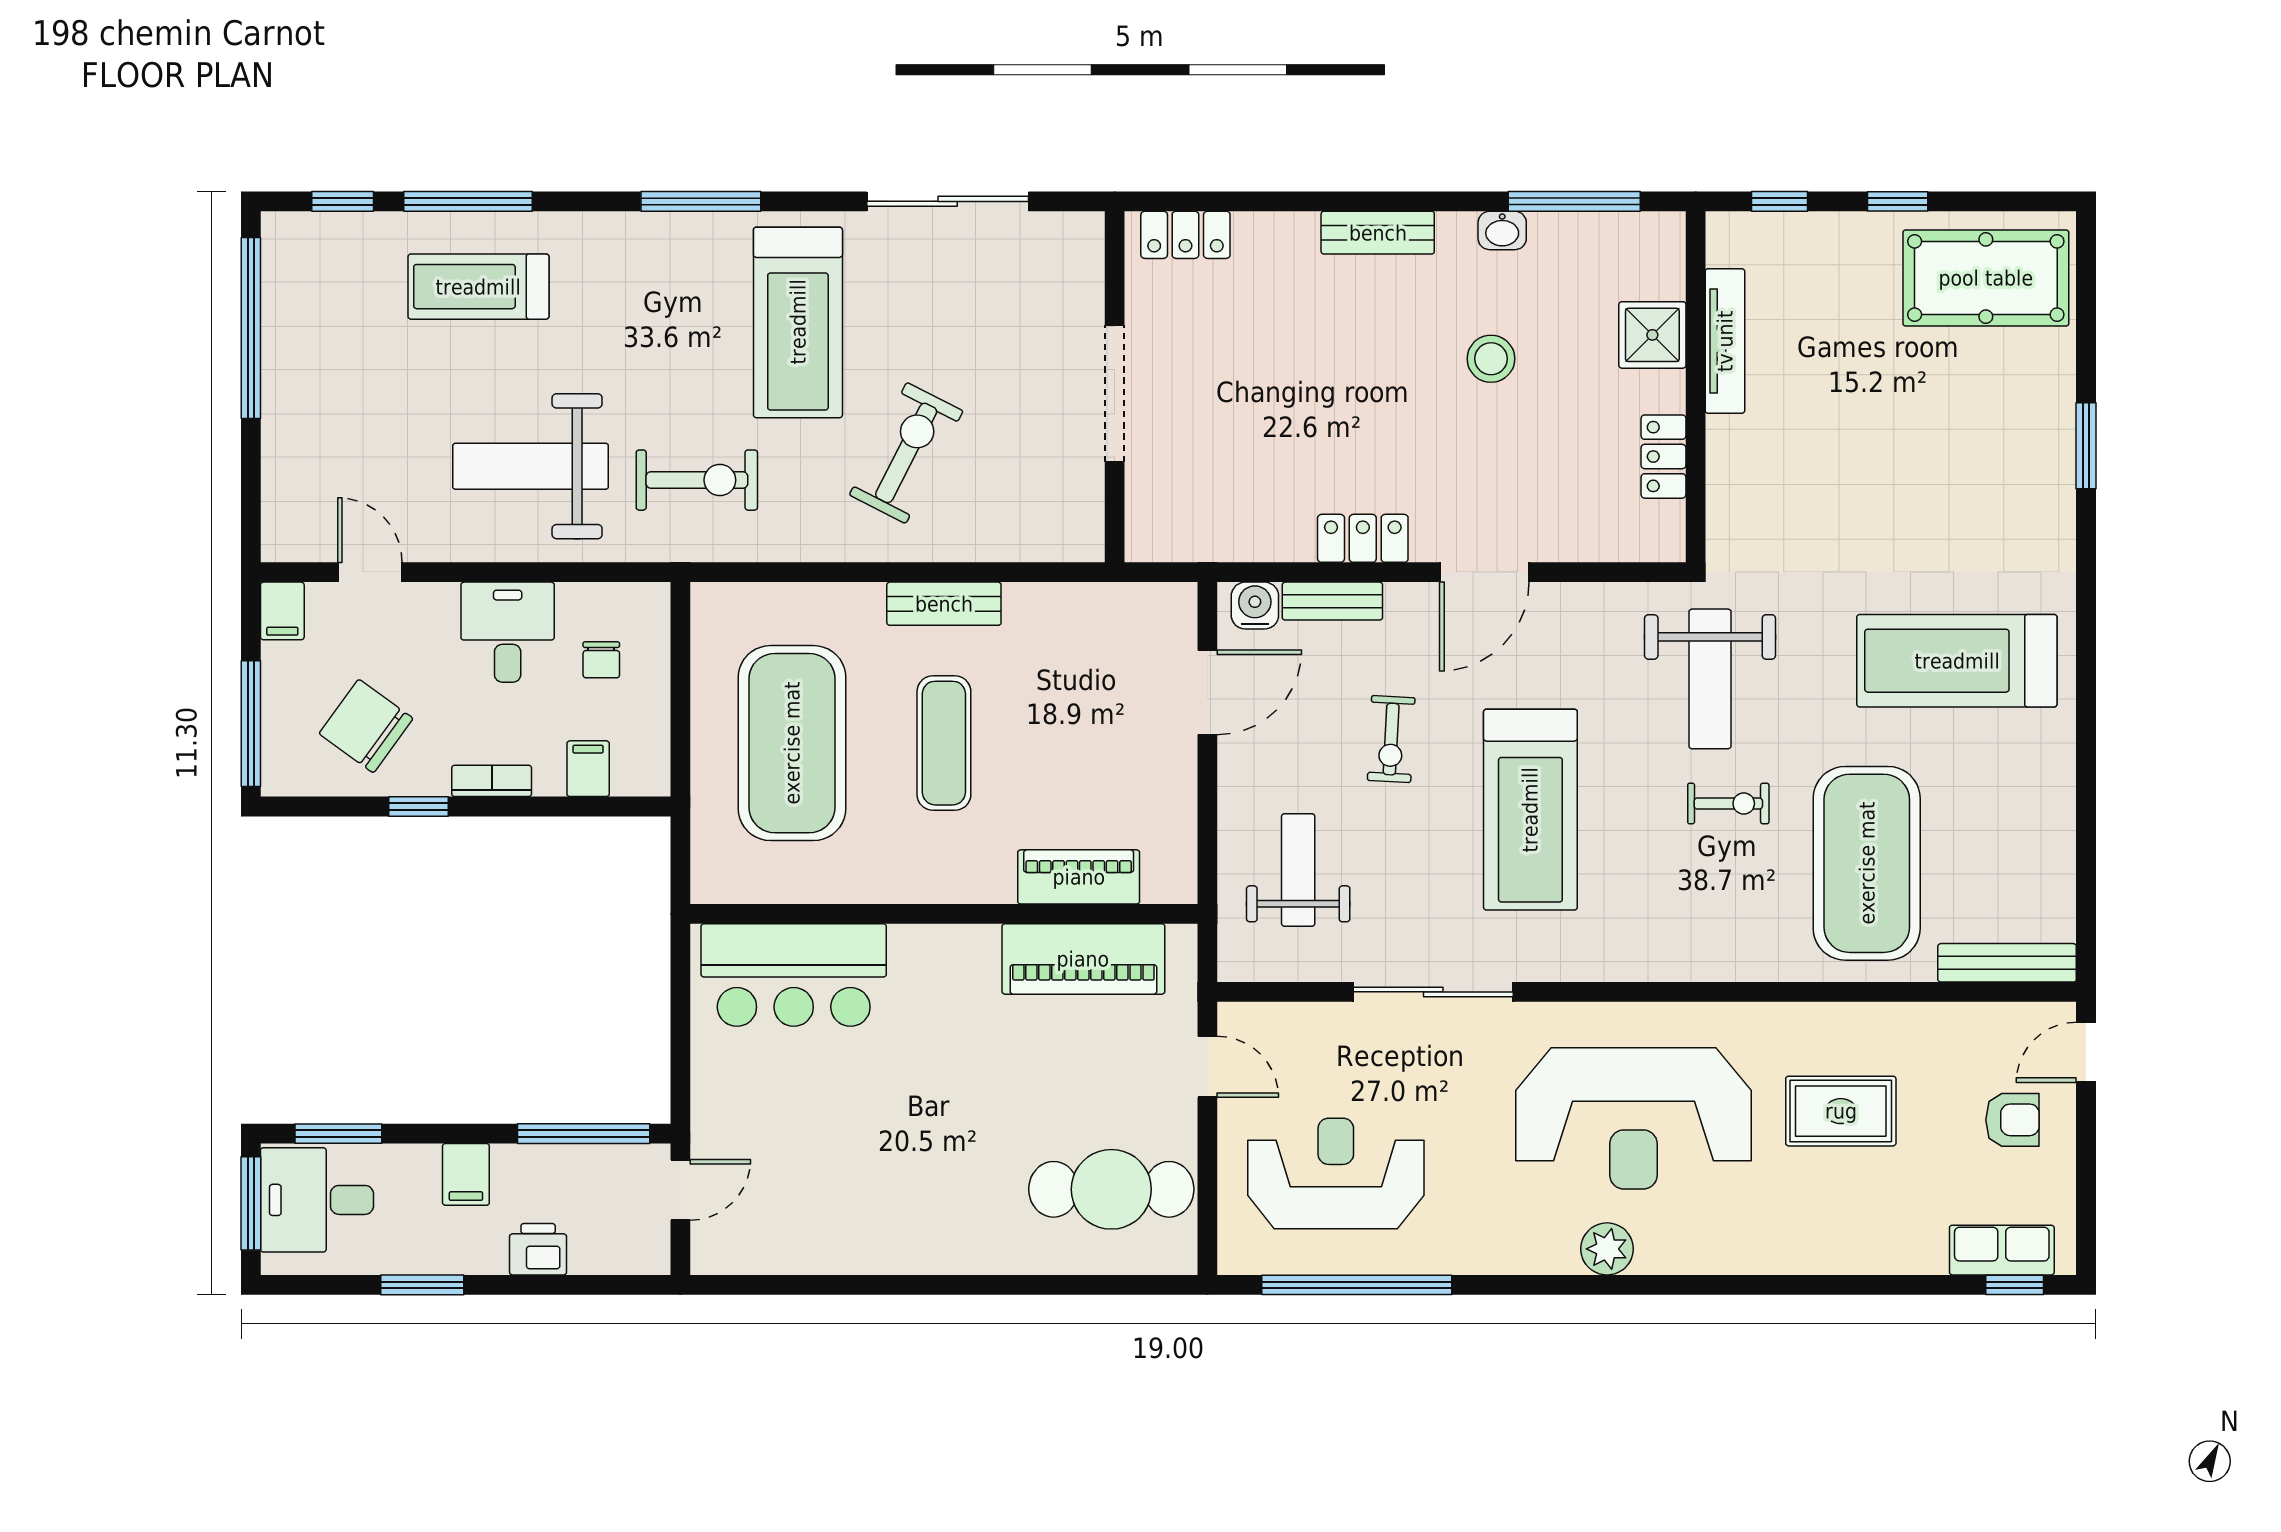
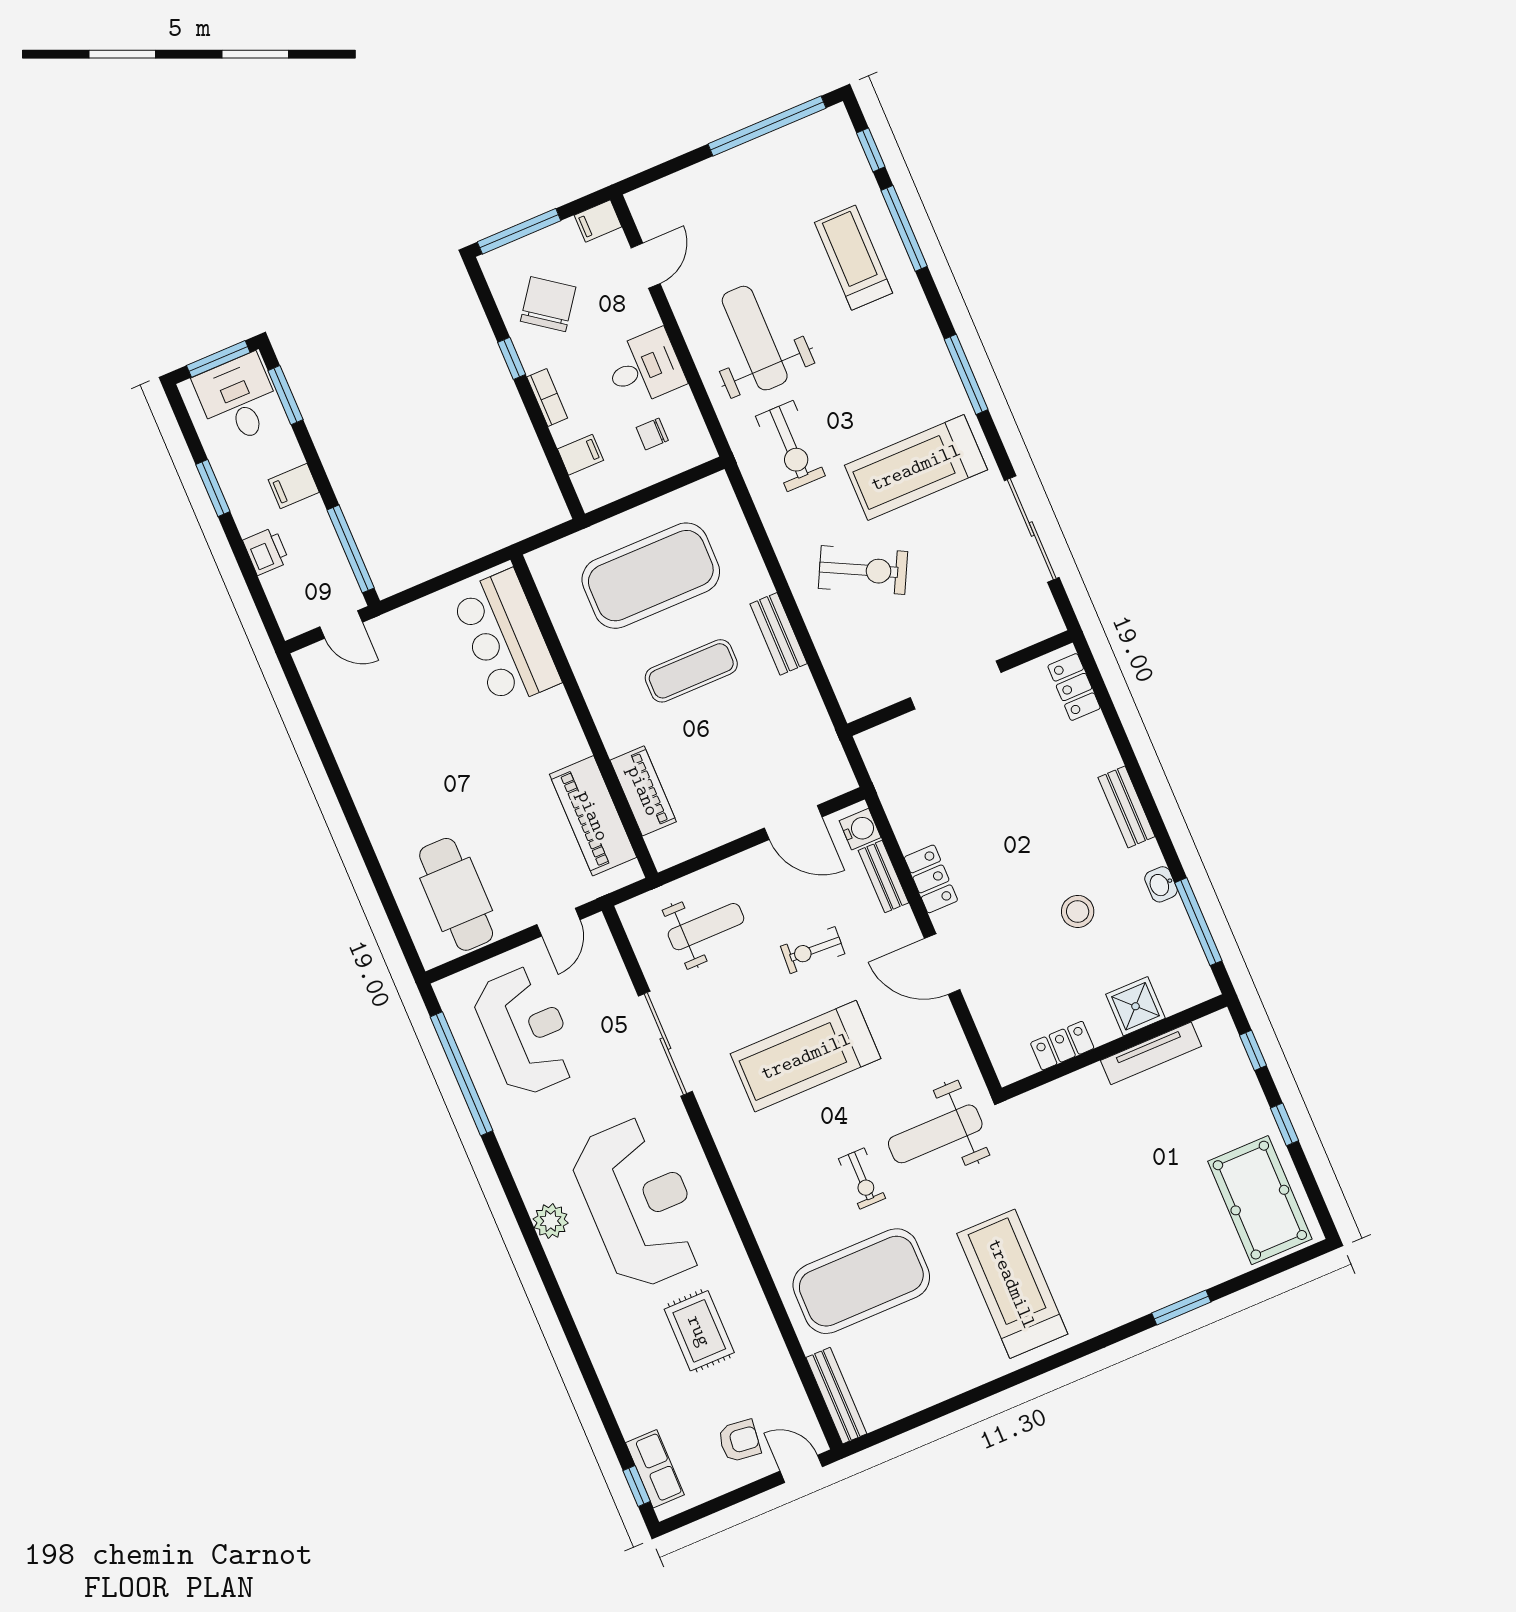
reception desk: (1634, 1118) -> (639, 1203), turned 180
armchair: (2012, 1120) -> (739, 1441), turned -83

